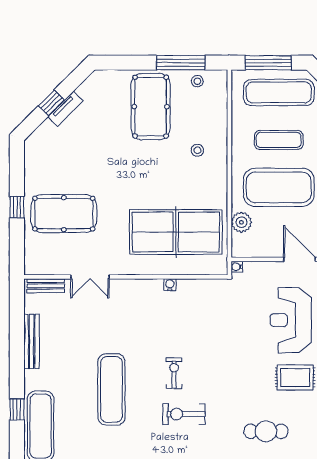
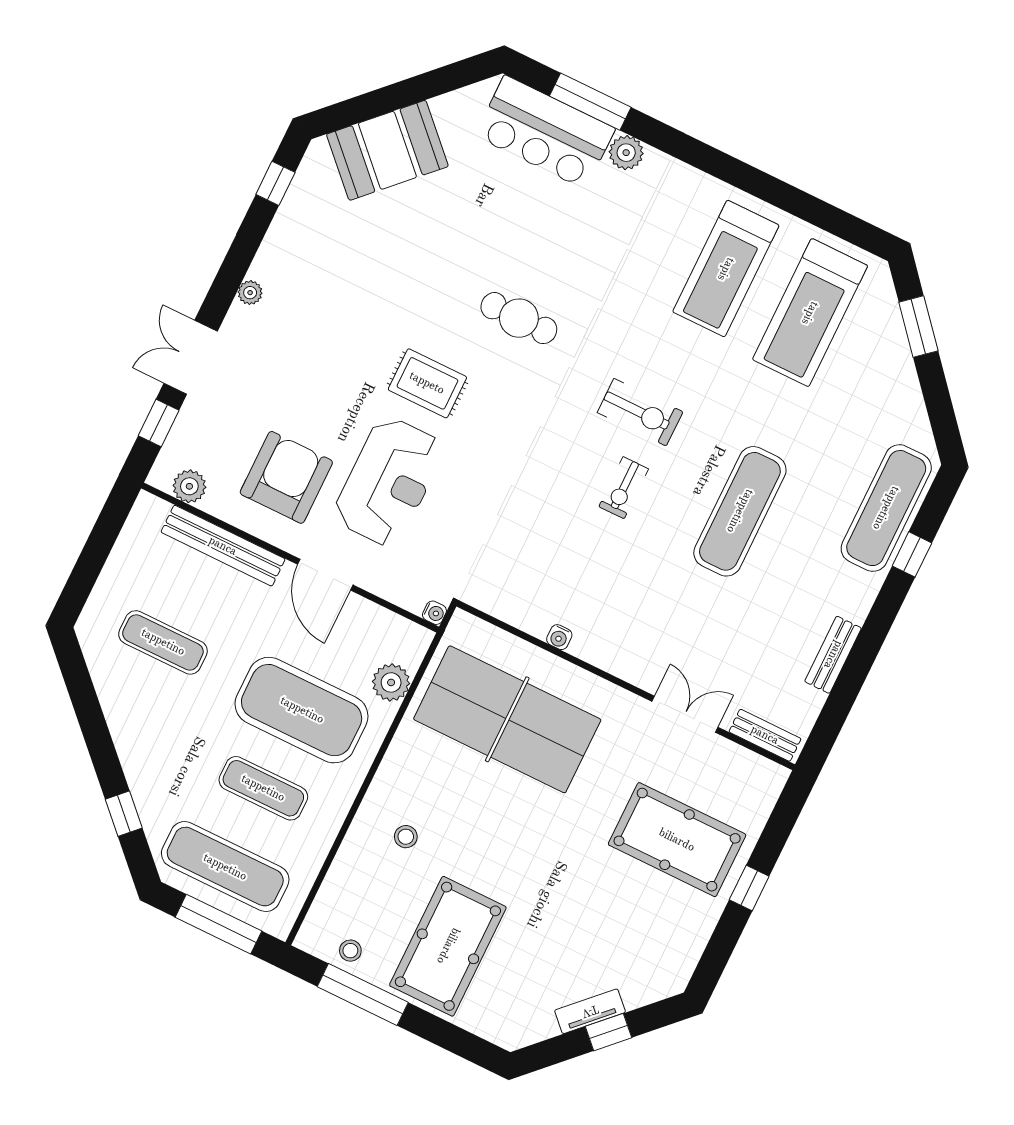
bench: (32, 341) -> (833, 655), width x0.73

